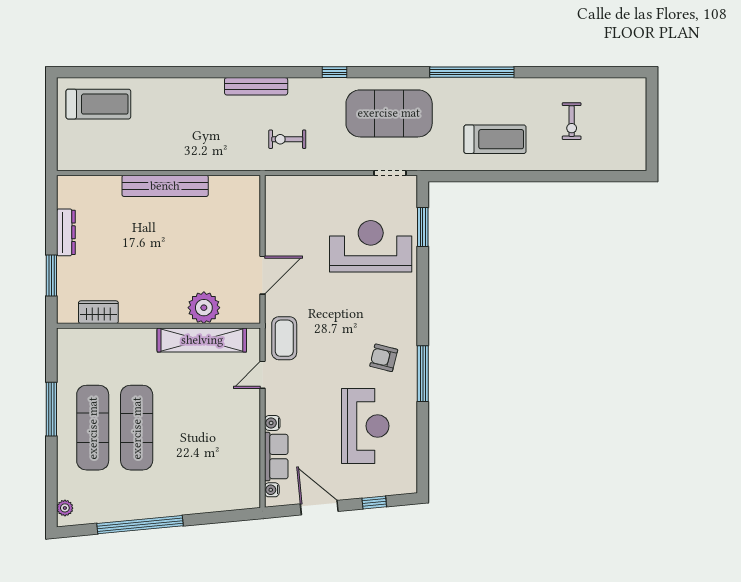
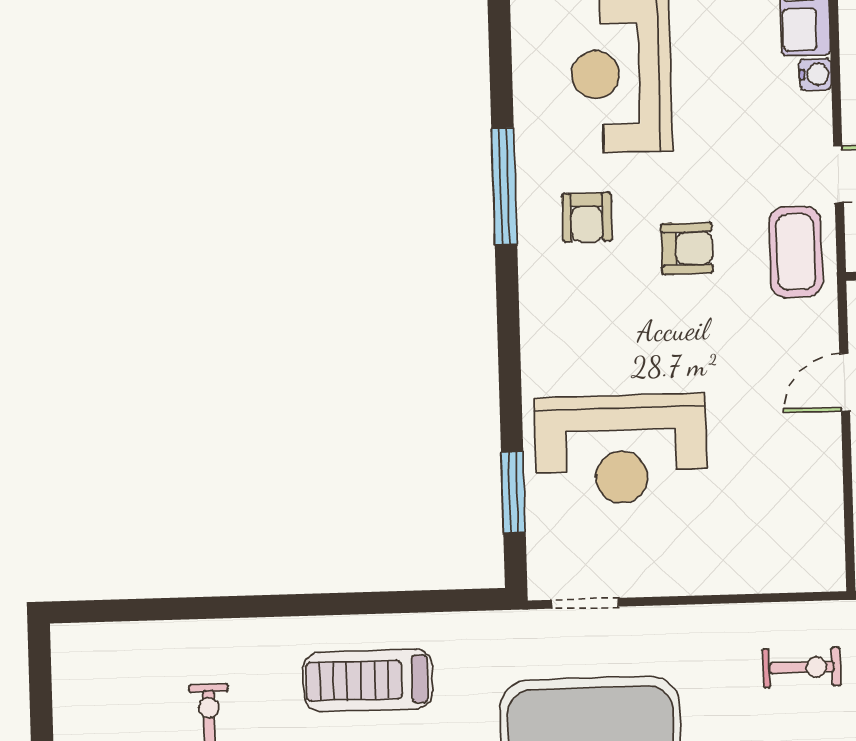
door: (263, 275) -> (845, 382), width x0.73
armchair: (336, 341) -> (687, 248), added
armchair: (384, 358) -> (587, 217), turned 76

